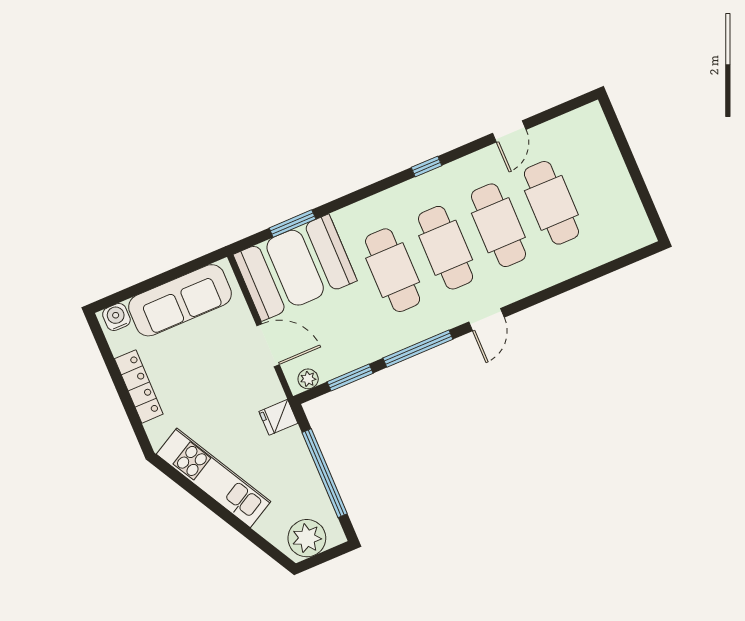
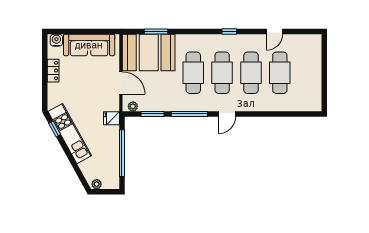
locker: (139, 386) -> (53, 71), width x0.66
window: (182, 481) -> (55, 129), added
plant: (307, 538) -> (97, 184), width x0.53, depth x0.53

